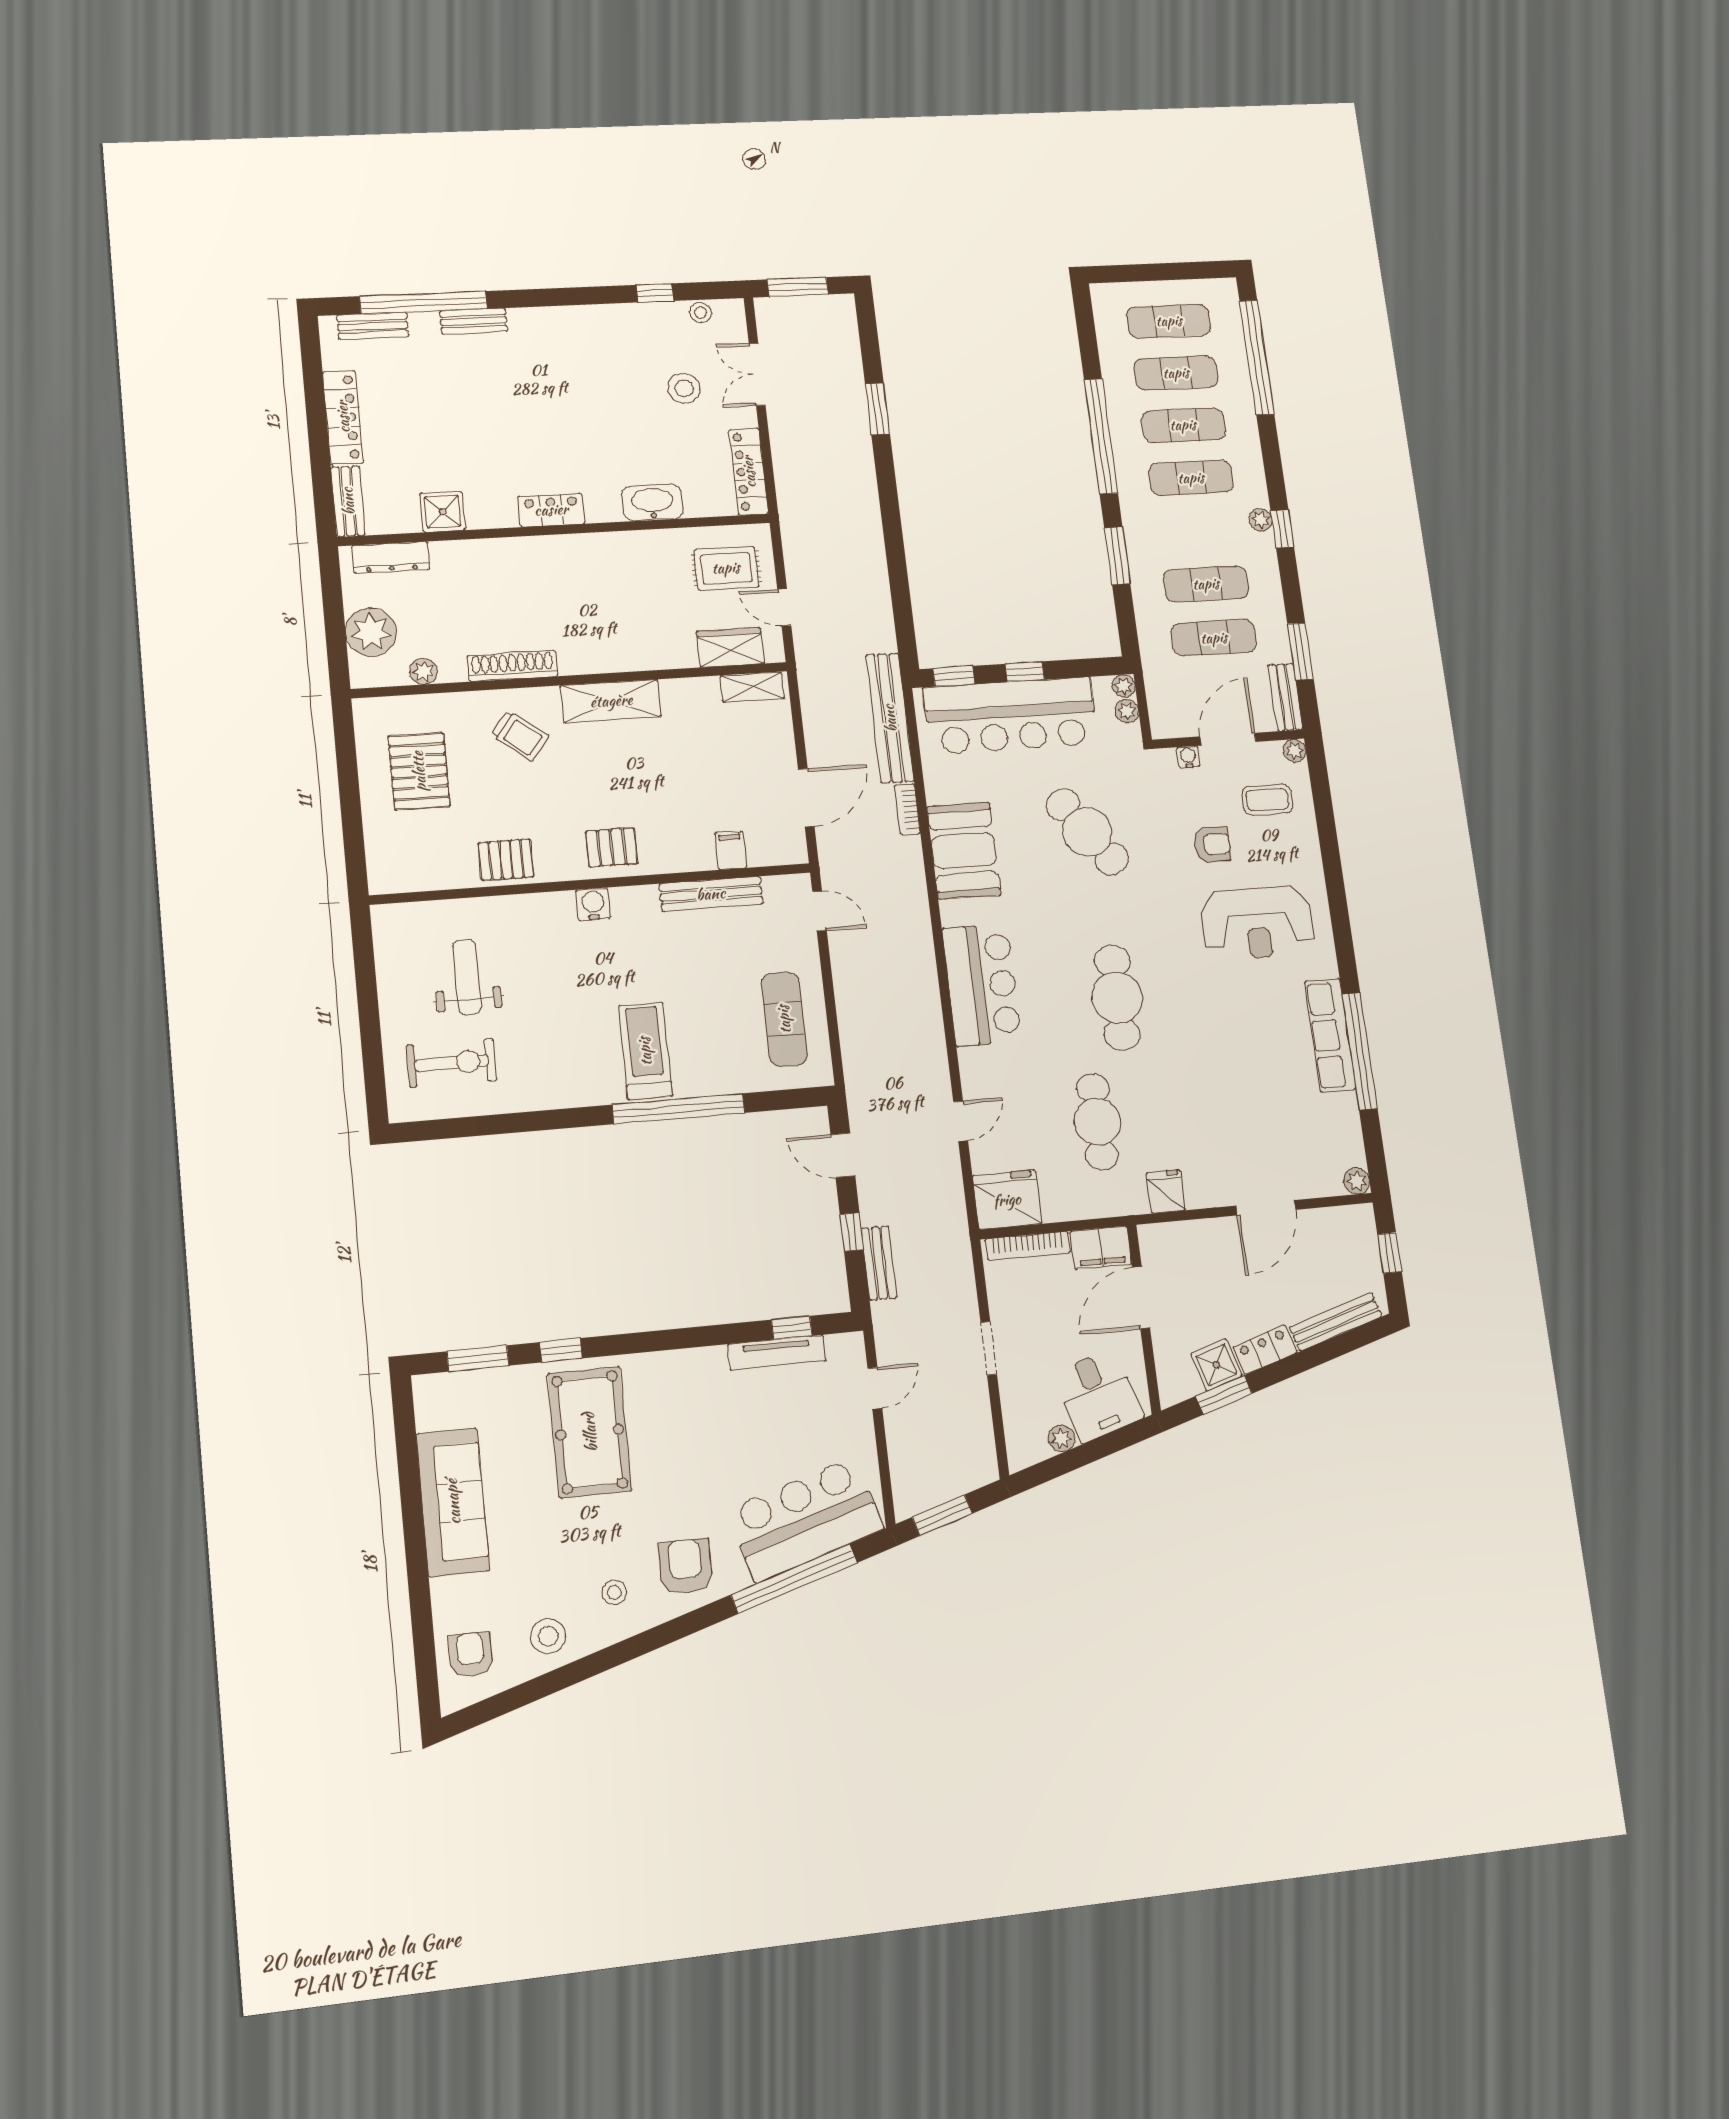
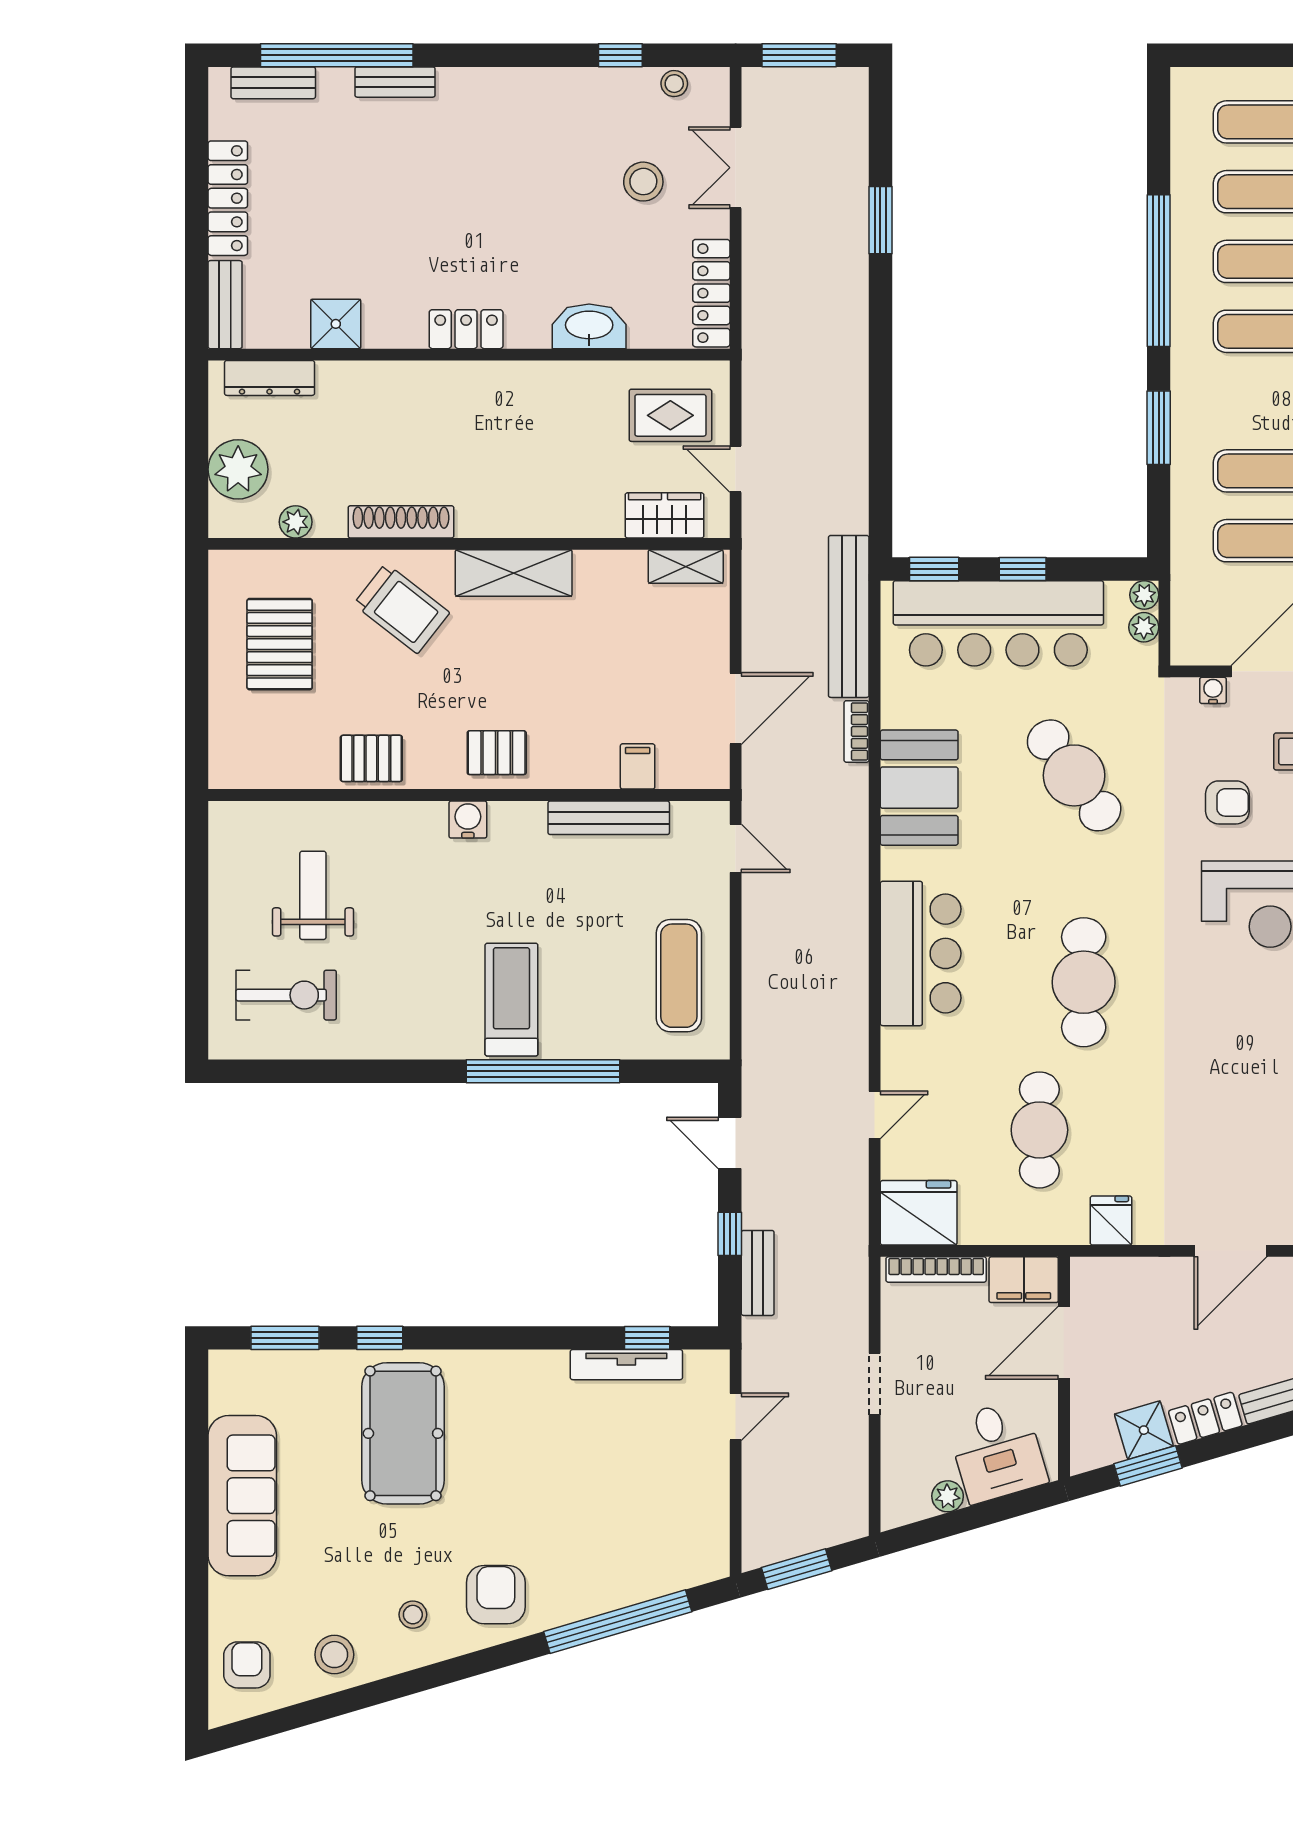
trolley: (520, 736) -> (402, 608), width x1.36, depth x1.39
bar counter: (805, 1519) -> (638, 1557), removed

